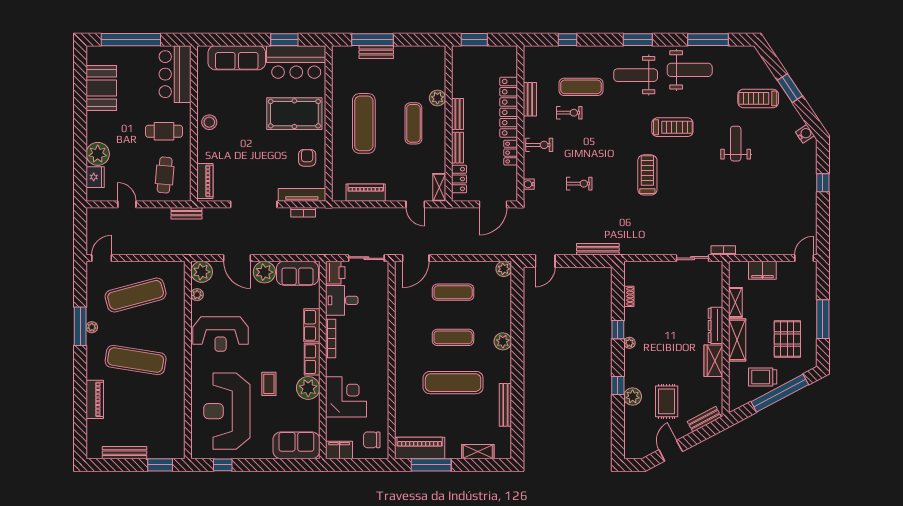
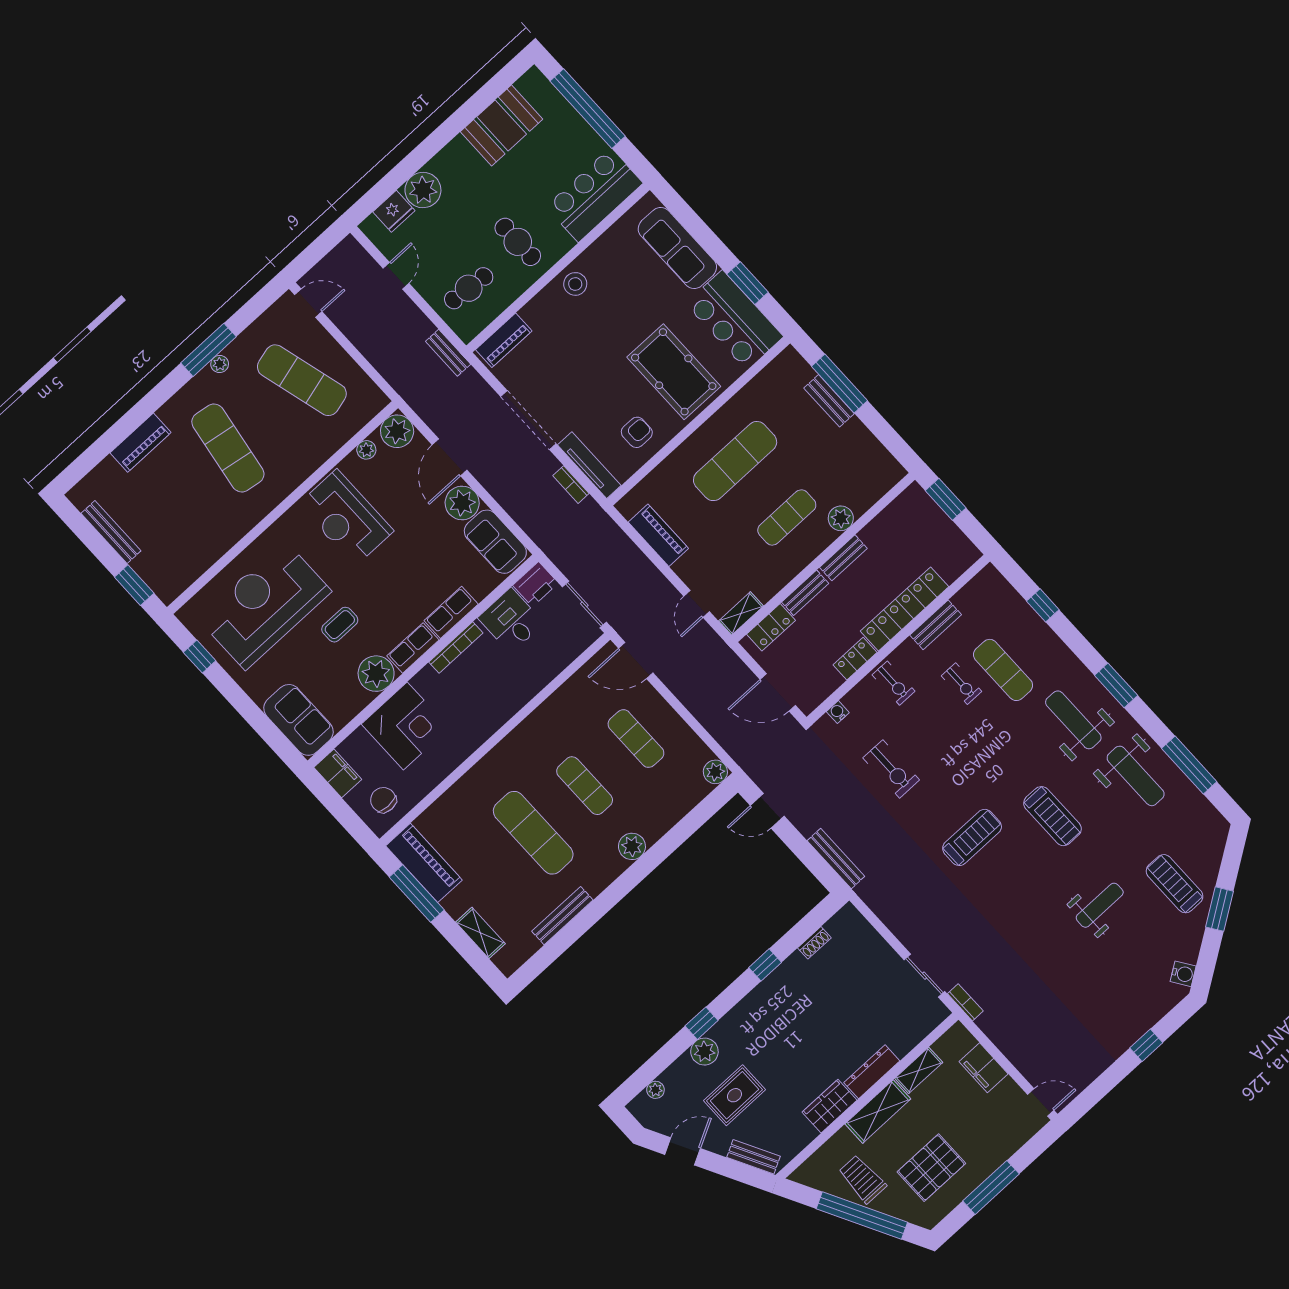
exercise bike: (579, 184) -> (891, 769), width x1.38, depth x1.39
plant: (629, 343) -> (655, 1090), moved

